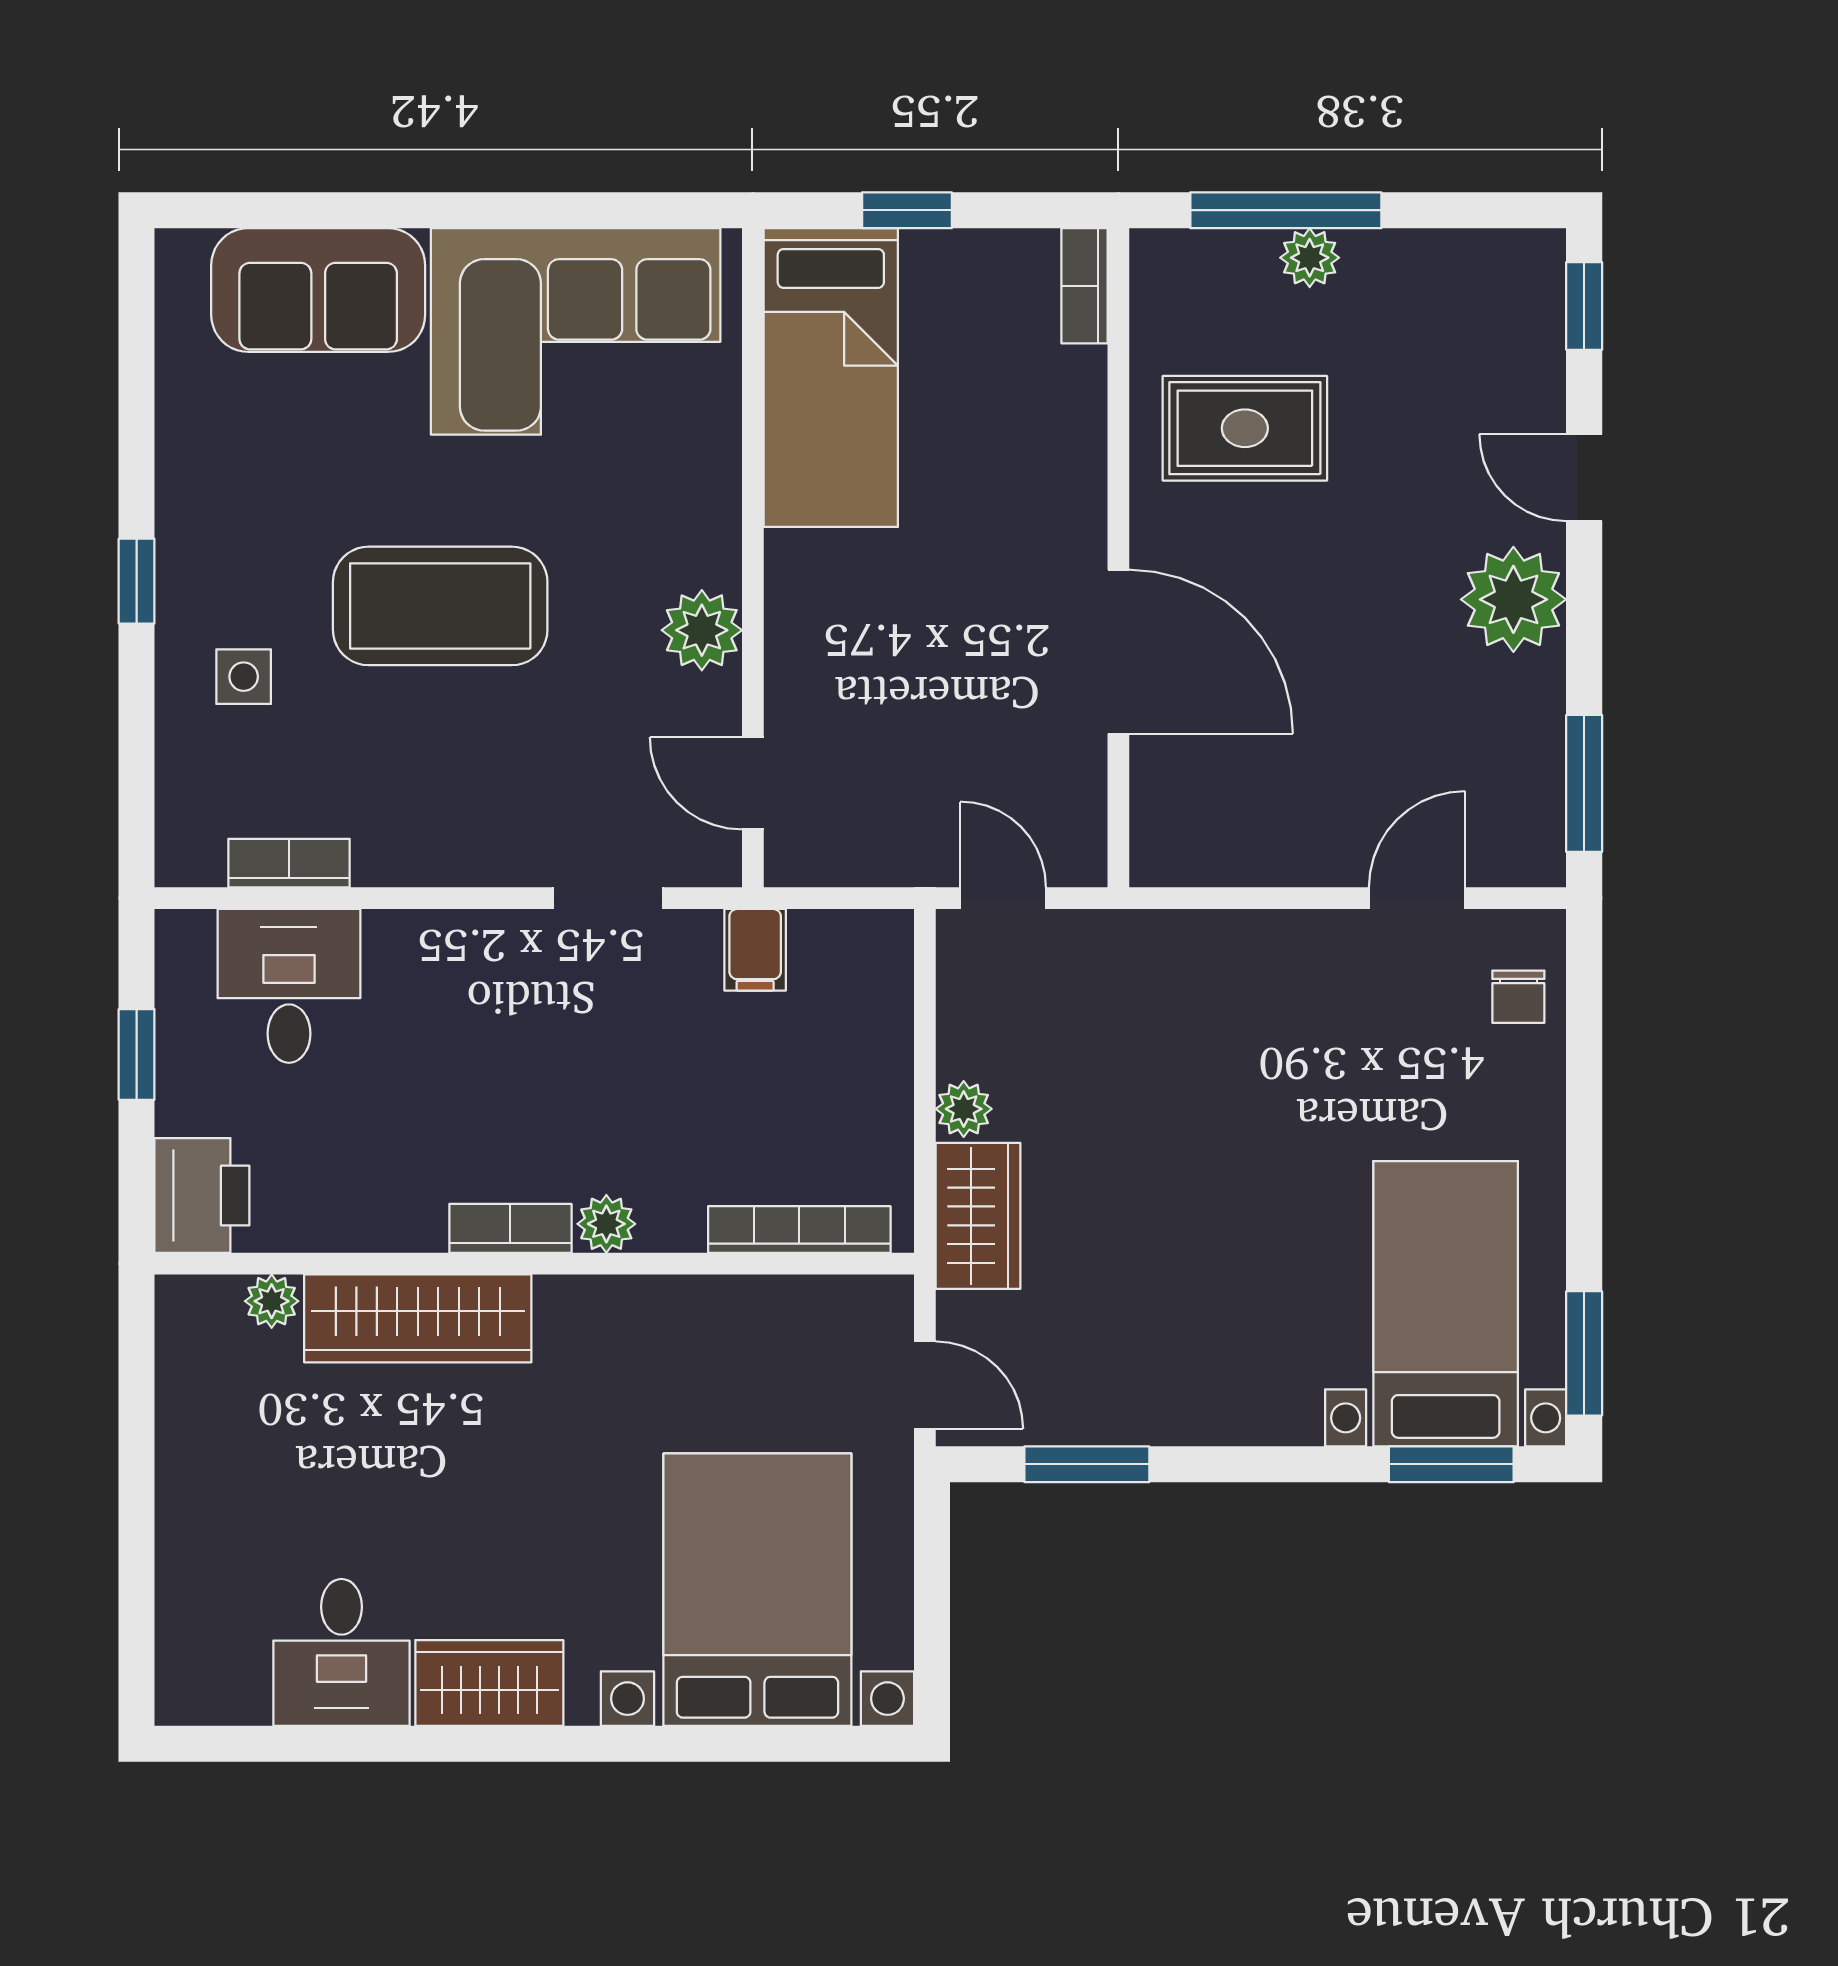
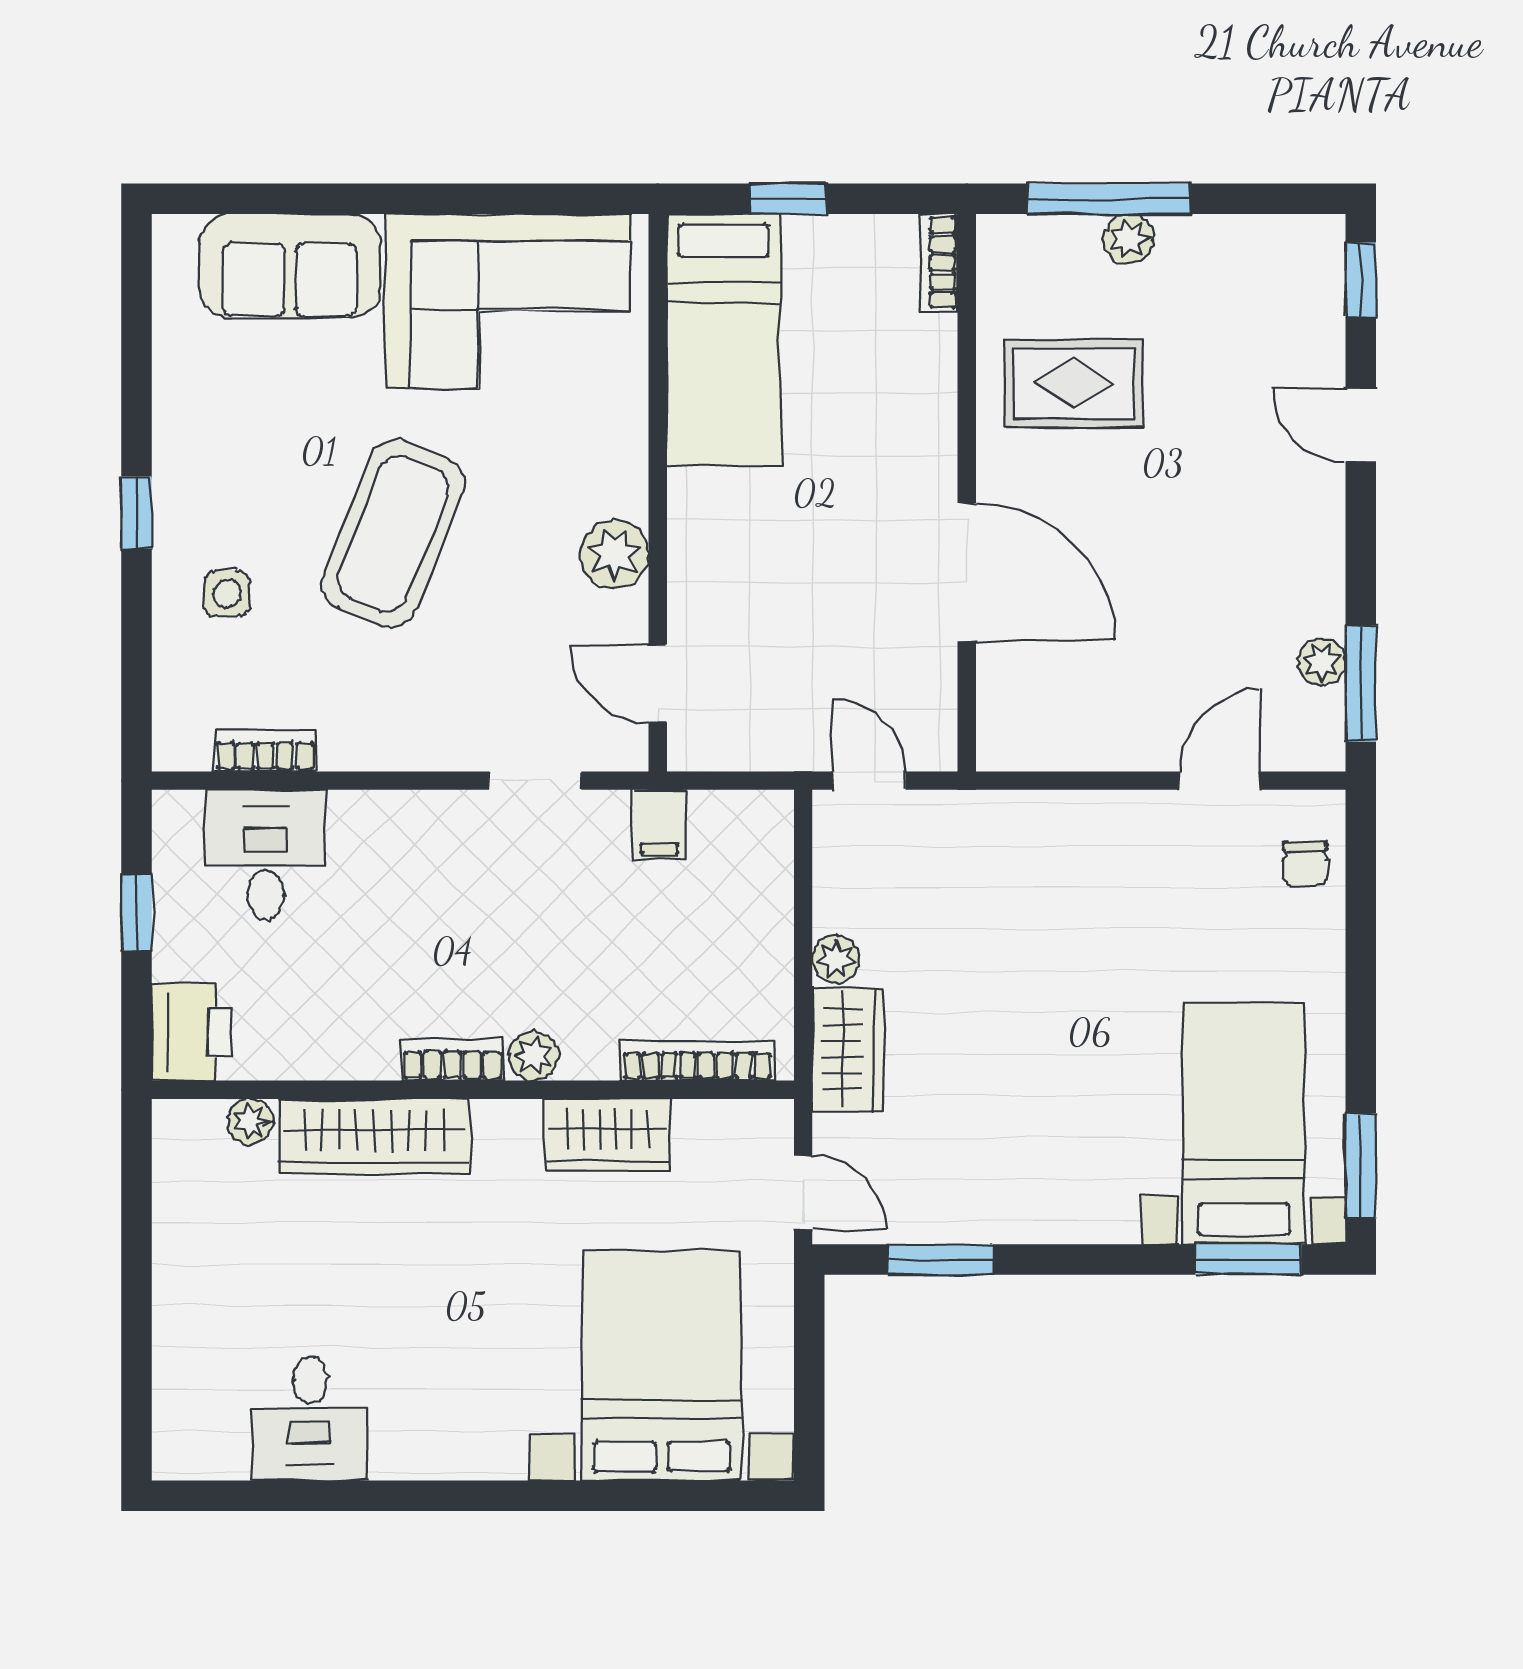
plant: (1513, 599) -> (1322, 662), moved, width x0.53, depth x0.53
coffee table: (440, 606) -> (393, 533), turned -68
wardrobe: (489, 1683) -> (608, 1135), moved, turned 180

